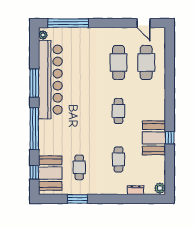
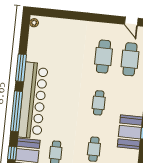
window: (68, 23) -> (59, 14), removed
bar counter: (50, 80) -> (33, 100), moved

